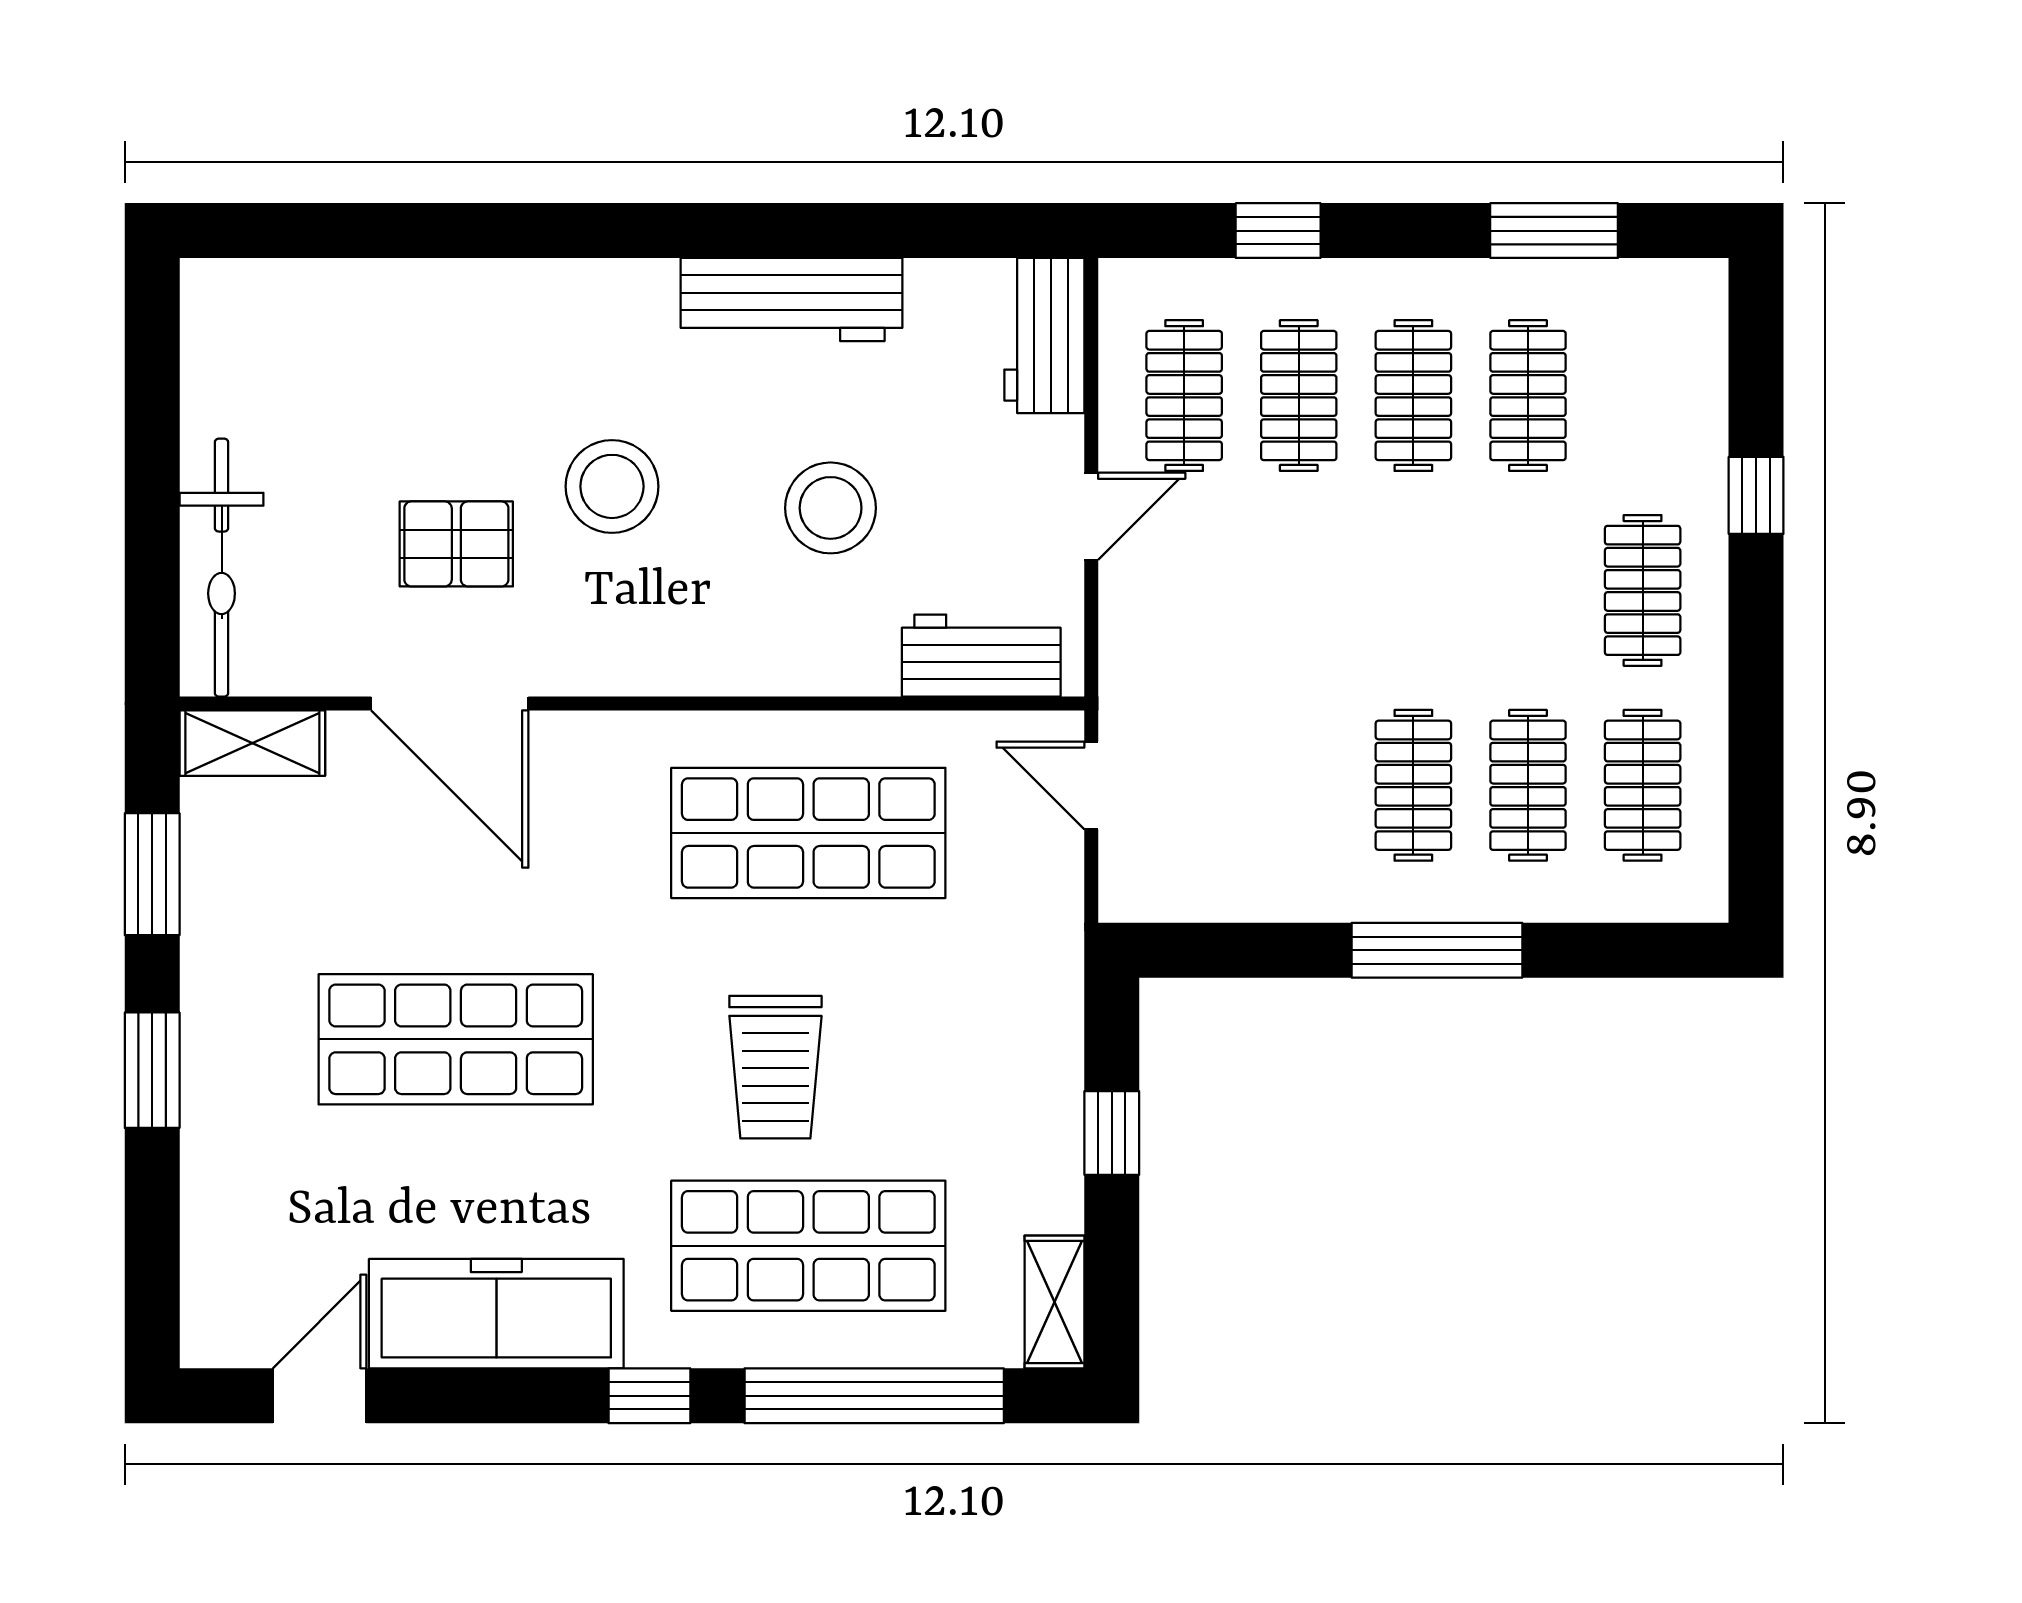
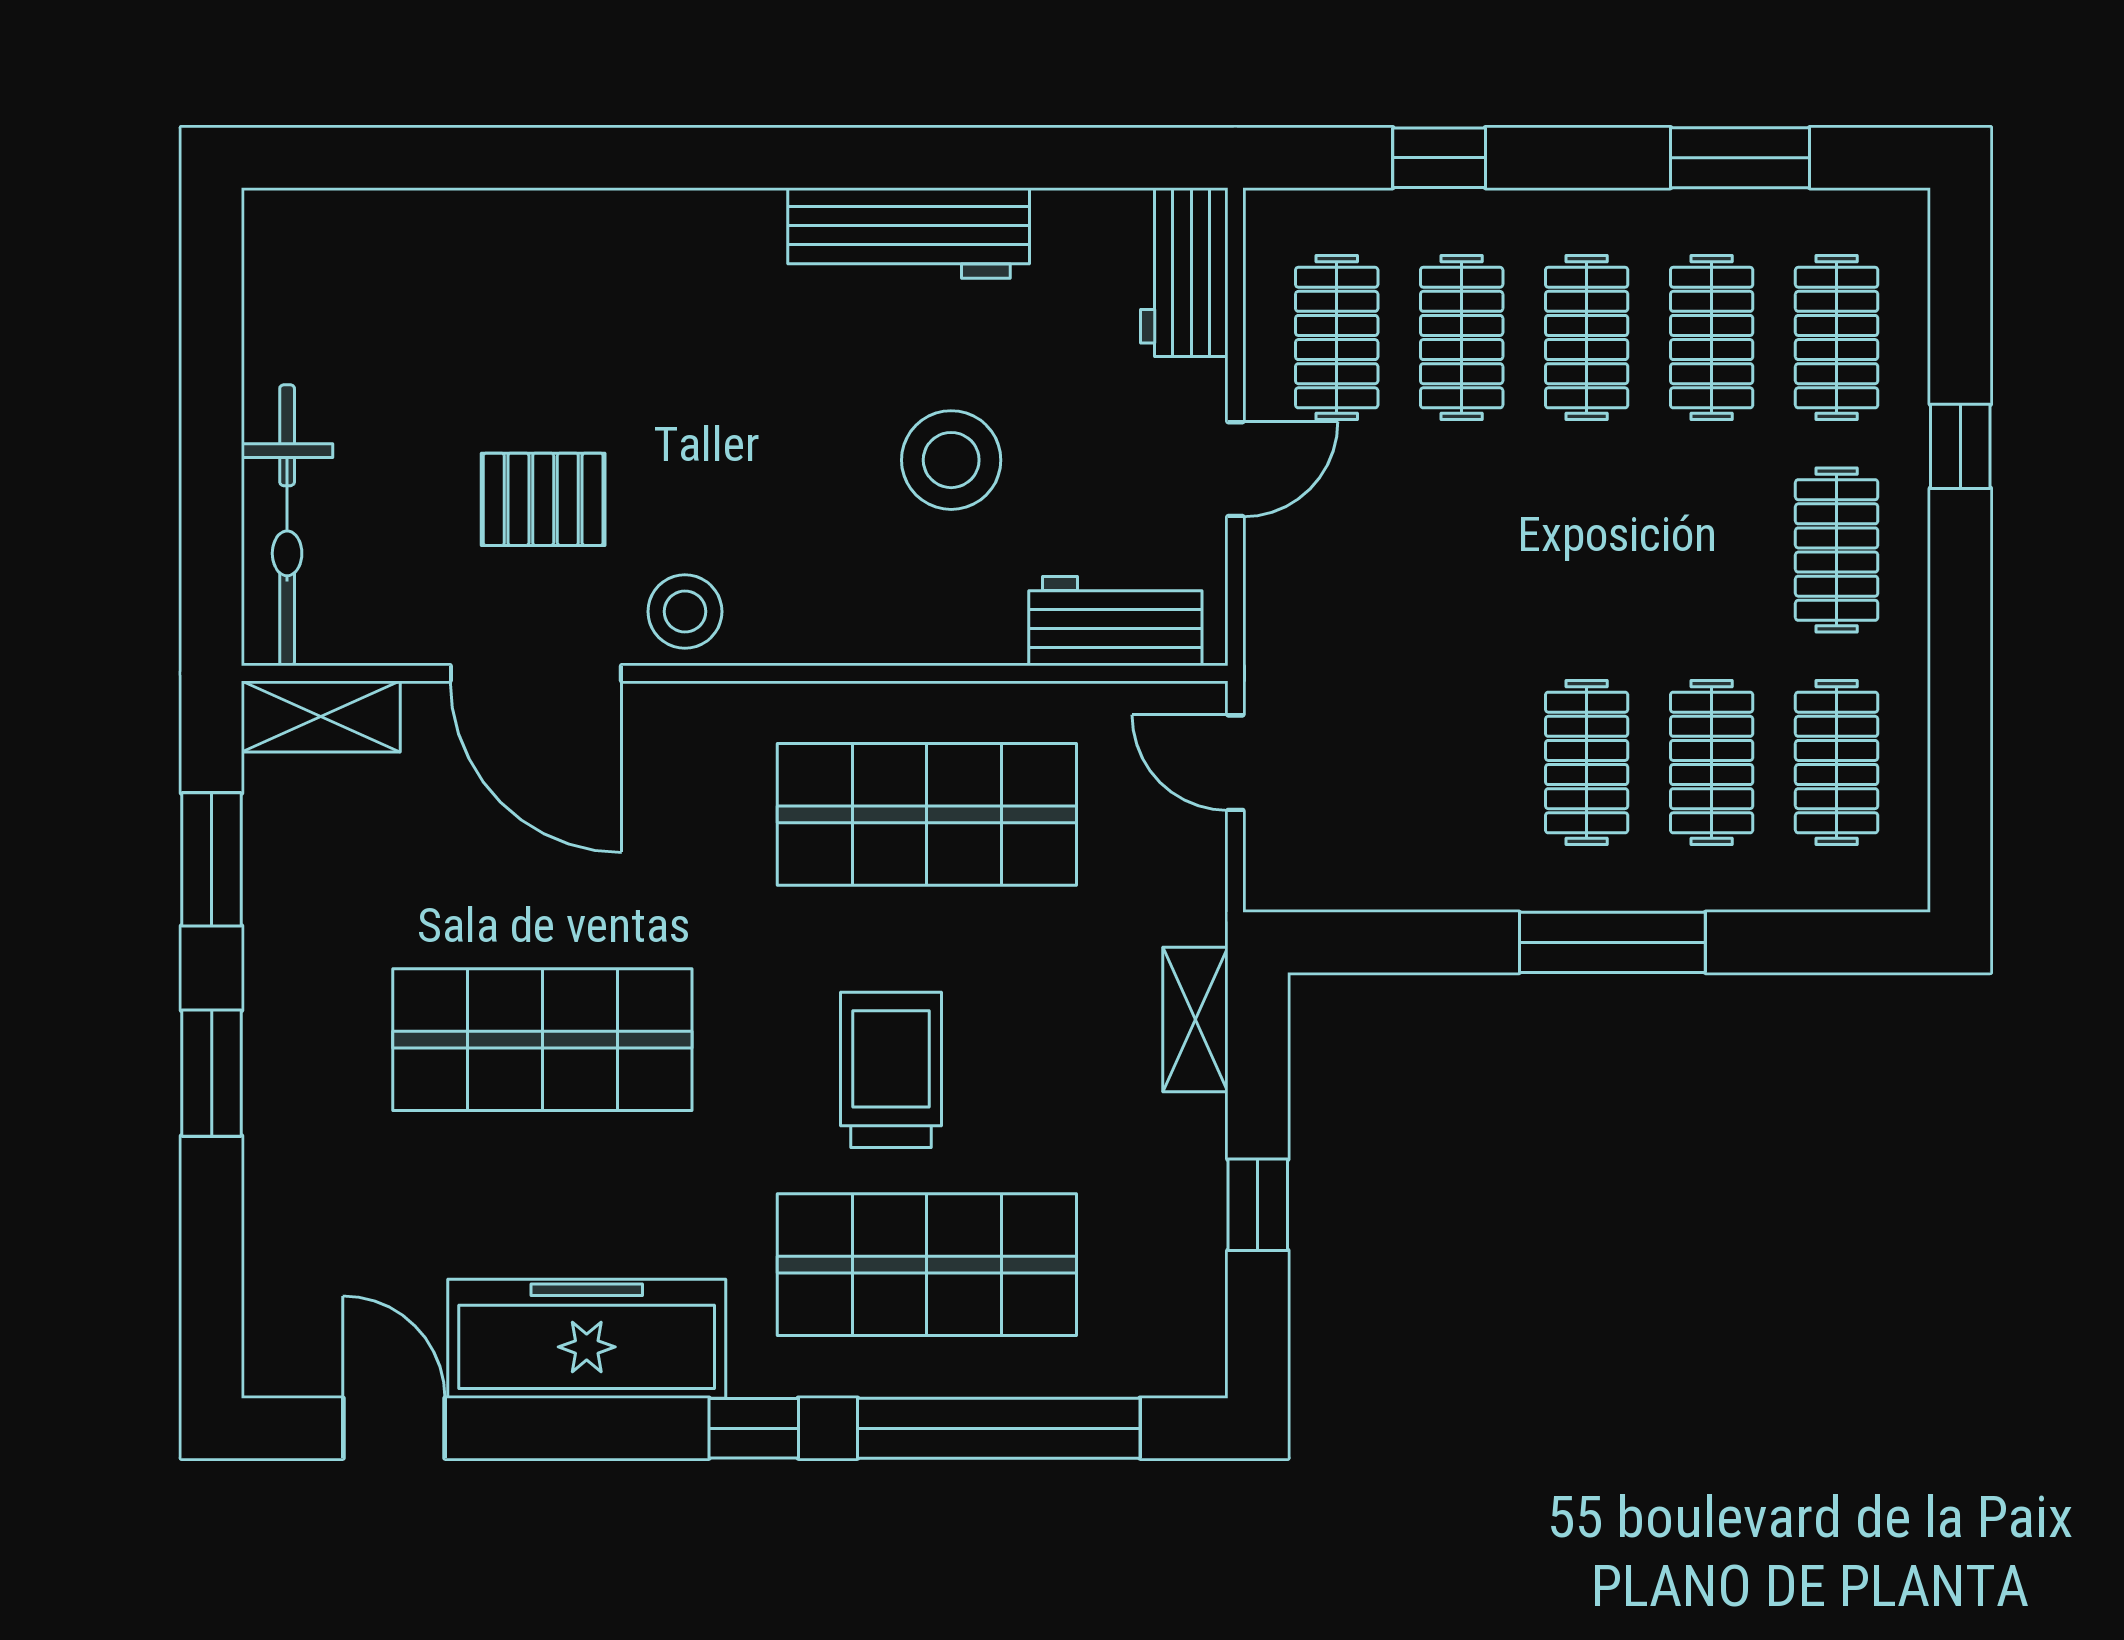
clothes rail: (1643, 396) -> (1837, 338), added
stool: (612, 486) -> (685, 612), moved, width x0.73, depth x0.73
trolley: (775, 1067) -> (891, 1070), turned 180
window: (1112, 1133) -> (1258, 1205), moved
shelving: (1054, 1302) -> (1195, 1019), moved
door: (320, 1396) -> (394, 1428), hinge flipped

